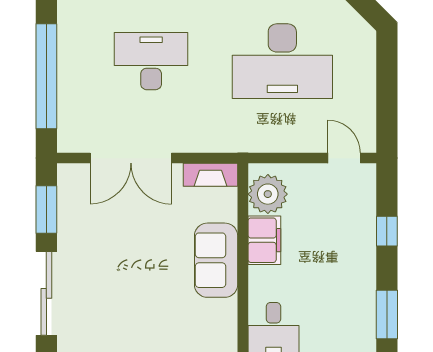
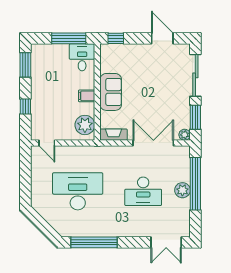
plant: (72, 63) -> (182, 190), added
plant: (68, 174) -> (185, 135), added
filing cabinet: (264, 240) -> (87, 96), width x0.50

